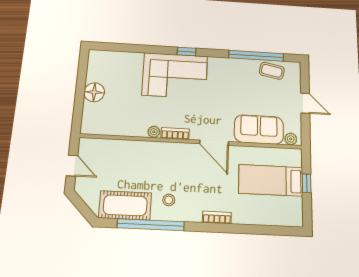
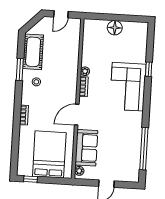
window: (187, 52) -> (149, 69), moved
coffee table: (272, 71) -> (132, 160), removed
bed: (271, 180) -> (49, 154), width x1.50
window: (307, 183) -> (31, 179), moved
window: (151, 225) -> (20, 69), width x0.47

